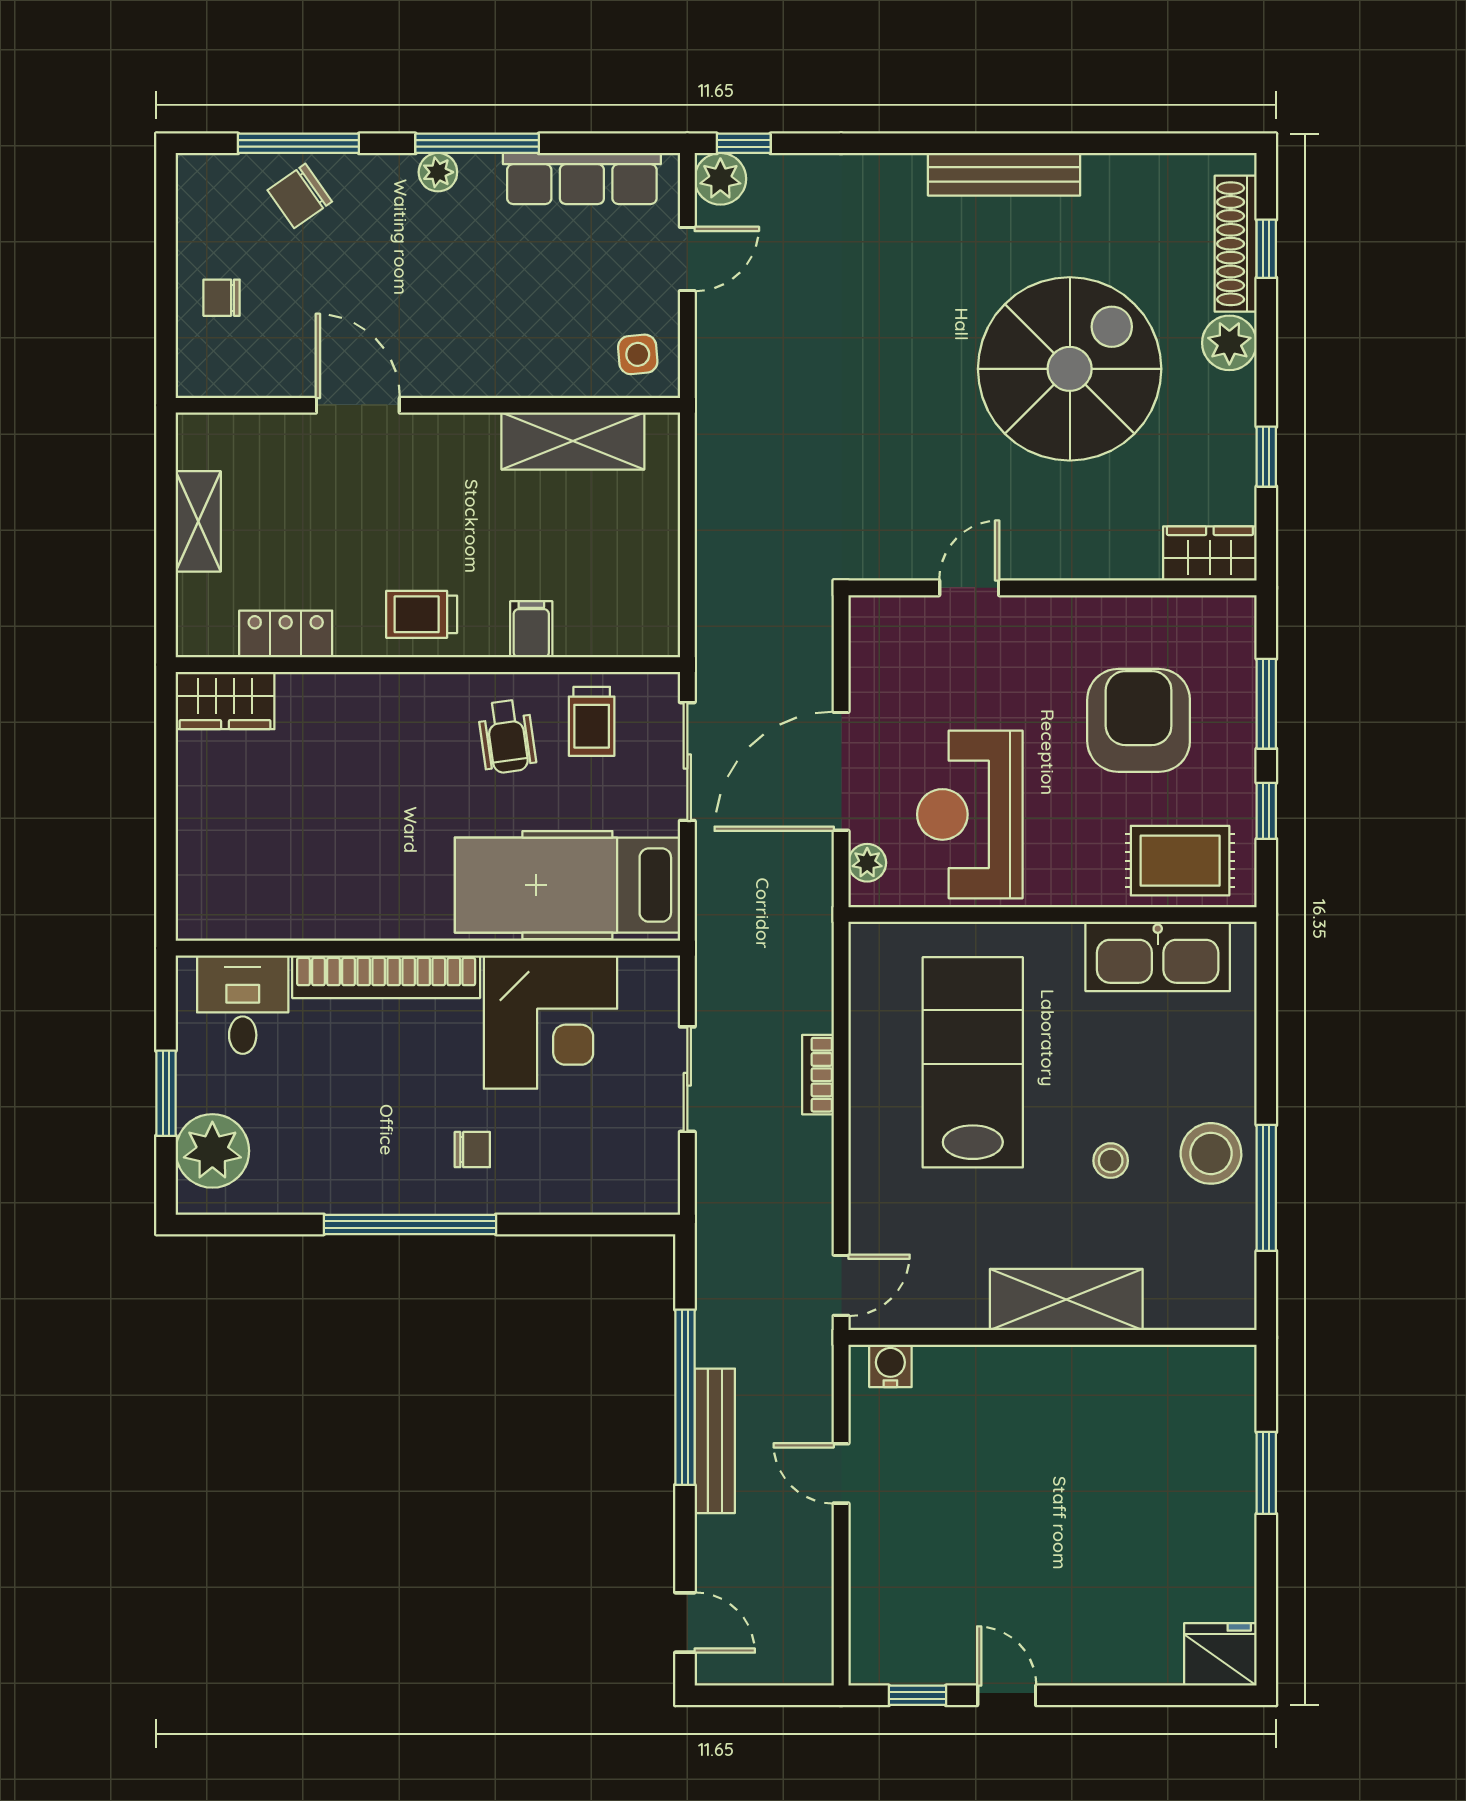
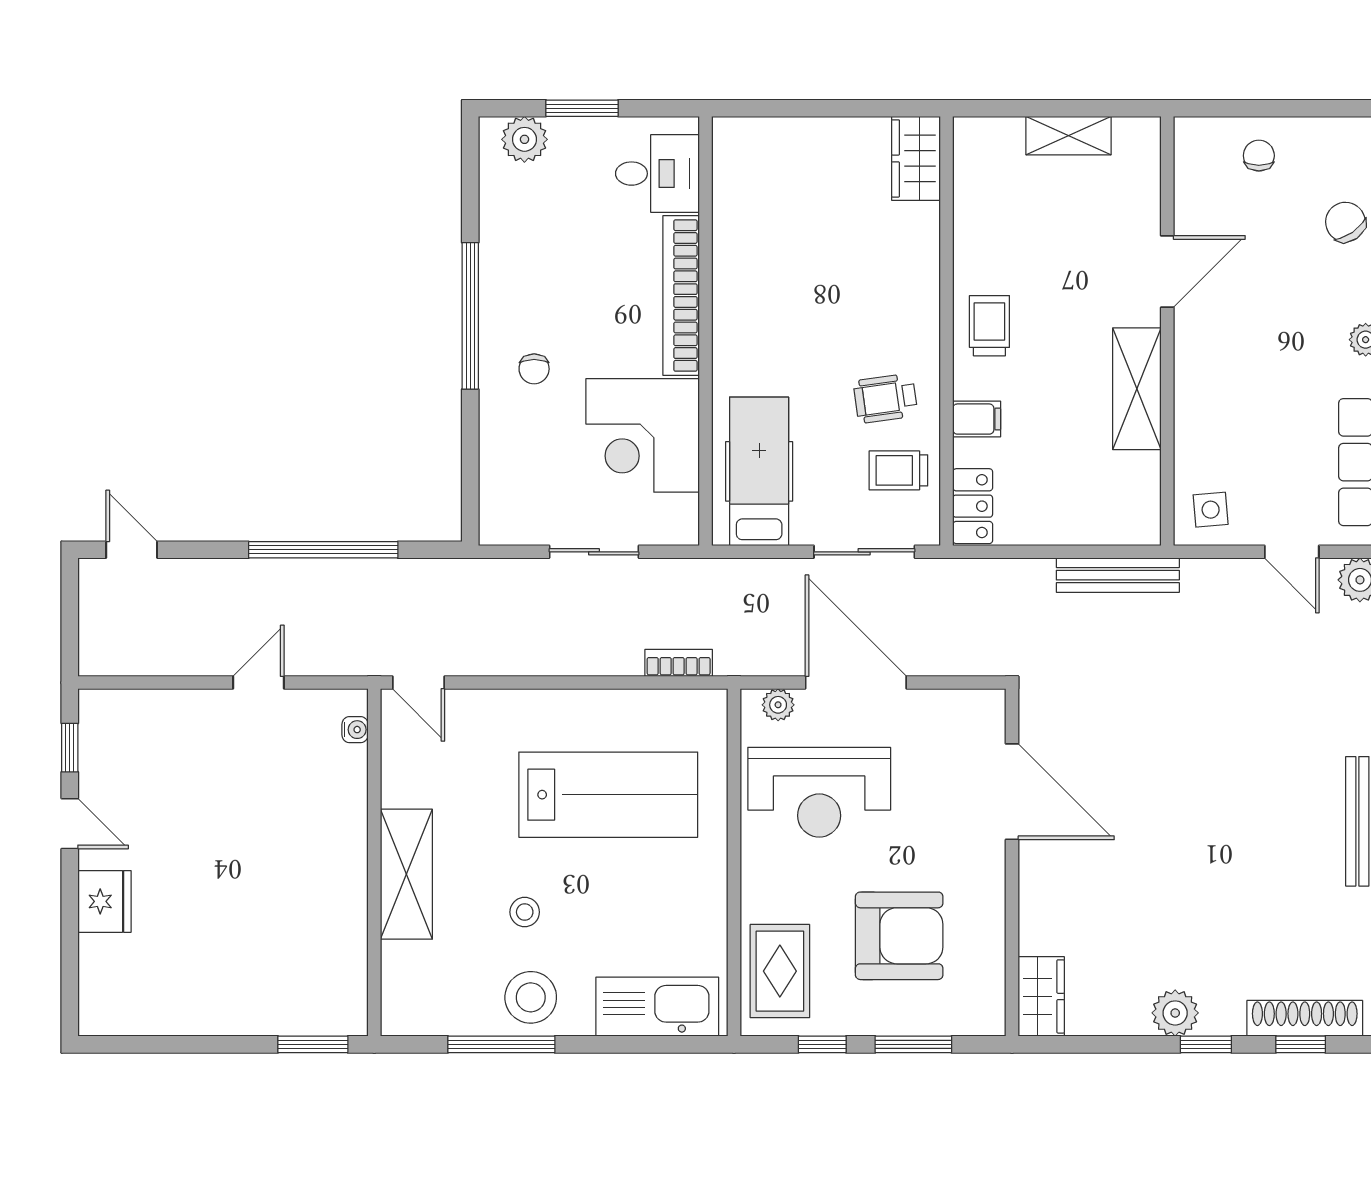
plant: (1229, 343) -> (1175, 1013), moved
spiral stairs: (1070, 369) -> (1198, 877), removed
shelving: (573, 441) -> (1137, 389), moved
window: (1266, 457) -> (1206, 1044), moved
door: (969, 588) -> (1012, 792), width x1.88
locker: (286, 634) -> (973, 506), moved
reception desk: (970, 814) -> (819, 792), turned 180
hospital bed: (567, 885) -> (759, 471), width x0.73, depth x0.78
kitchen sink: (1158, 956) -> (657, 1007), moved, turned 90
bookcase: (818, 1075) -> (679, 663), moved
plant: (212, 1151) -> (524, 139), width x0.73, depth x0.73
water cooler: (890, 1366) -> (355, 730), width x0.72, depth x0.72
bench: (715, 1441) -> (1118, 575), moved
window: (1266, 1473) -> (313, 1044), moved
door: (685, 1623) -> (132, 550), swing flipped
fridge: (1220, 1654) -> (104, 901), moved
door: (1007, 1695) -> (70, 824), hinge flipped

